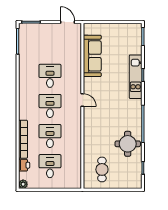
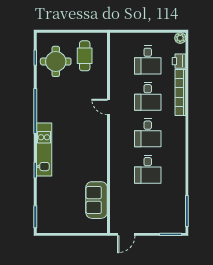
door: (68, 22) -> (126, 234), hinge flipped
sofa: (92, 56) -> (97, 200), width x0.73
kitchen unit: (136, 77) -> (44, 150), moved
door: (82, 100) -> (109, 107), moved
round table: (128, 144) -> (56, 61), moved

